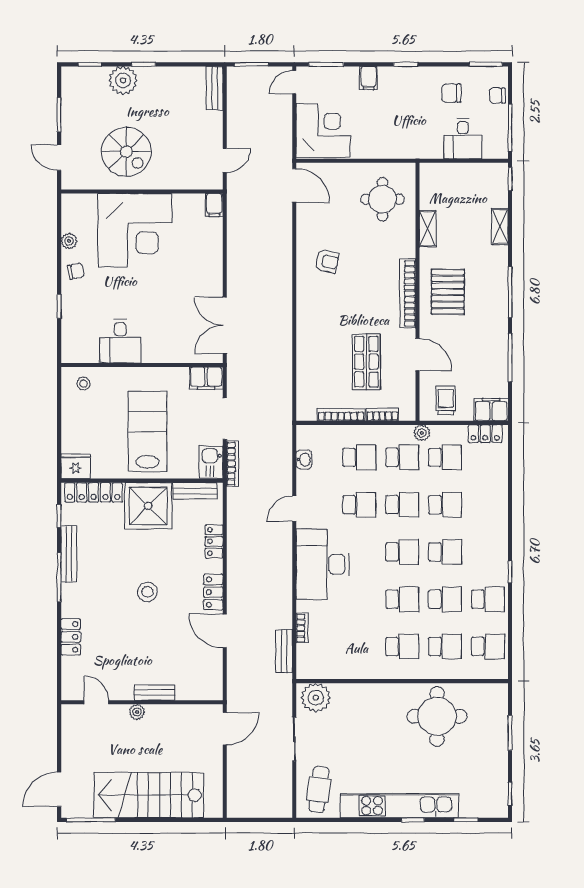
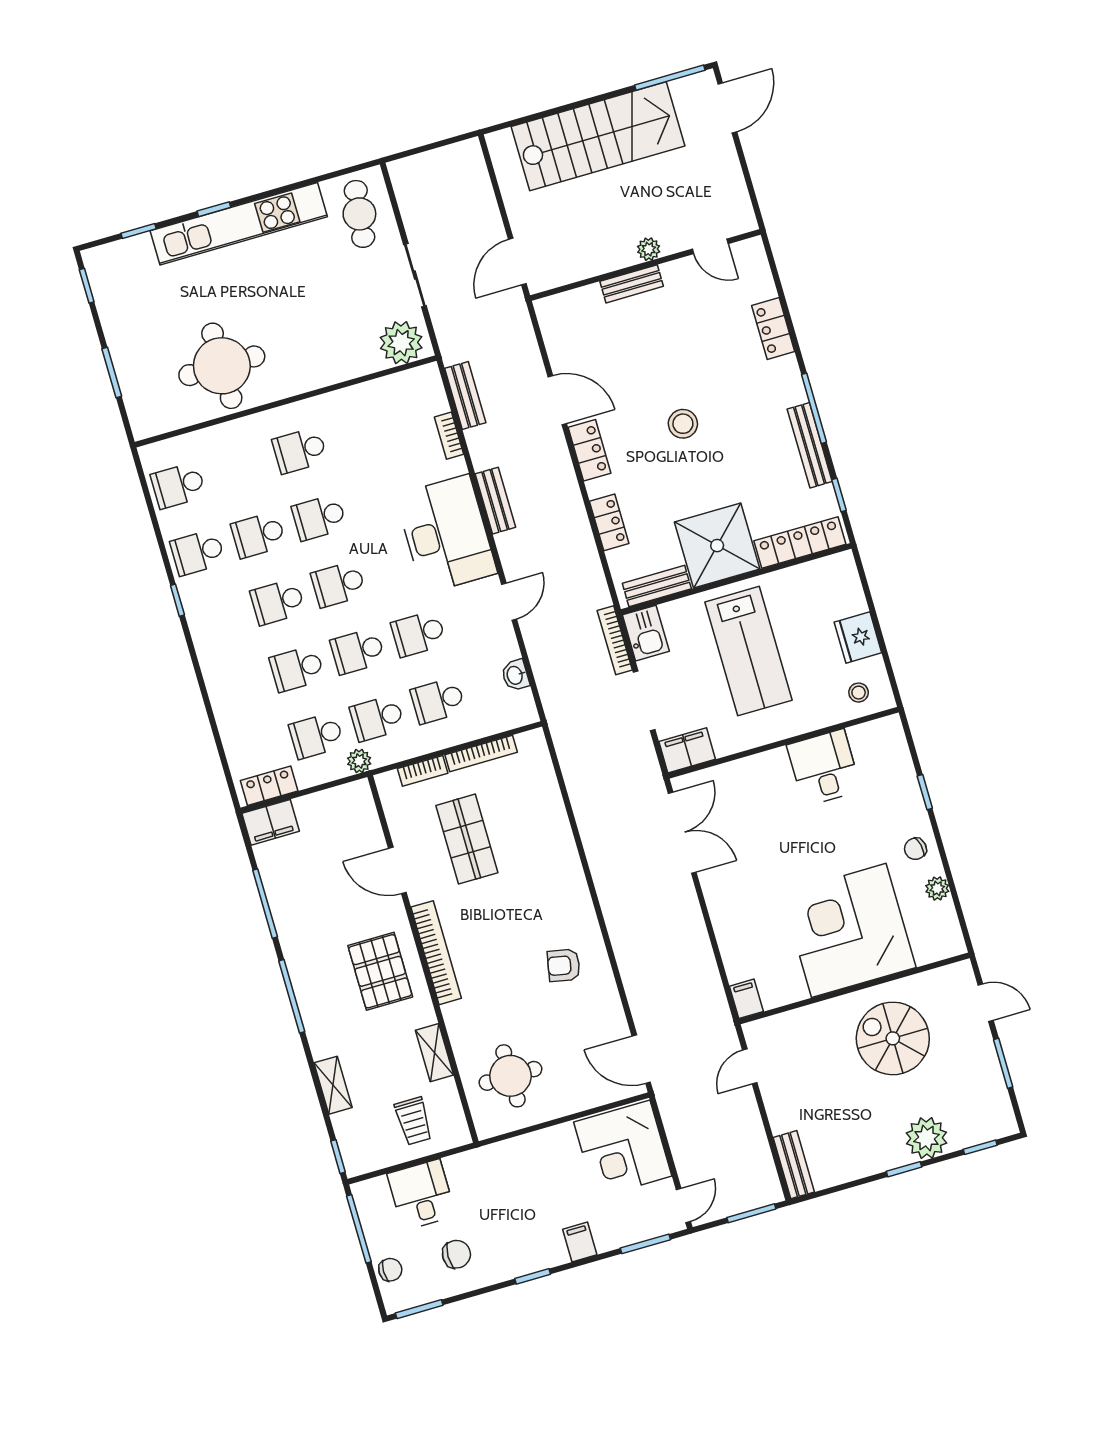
trolley: (446, 400) -> (414, 1121), moved
fridge: (76, 466) -> (858, 637), moved, turned 90
bench: (284, 577) -> (495, 501), added
school desk: (445, 646) -> (239, 468), removed

